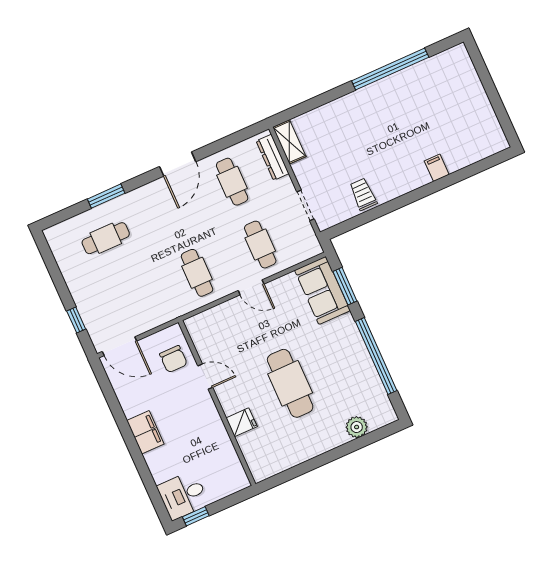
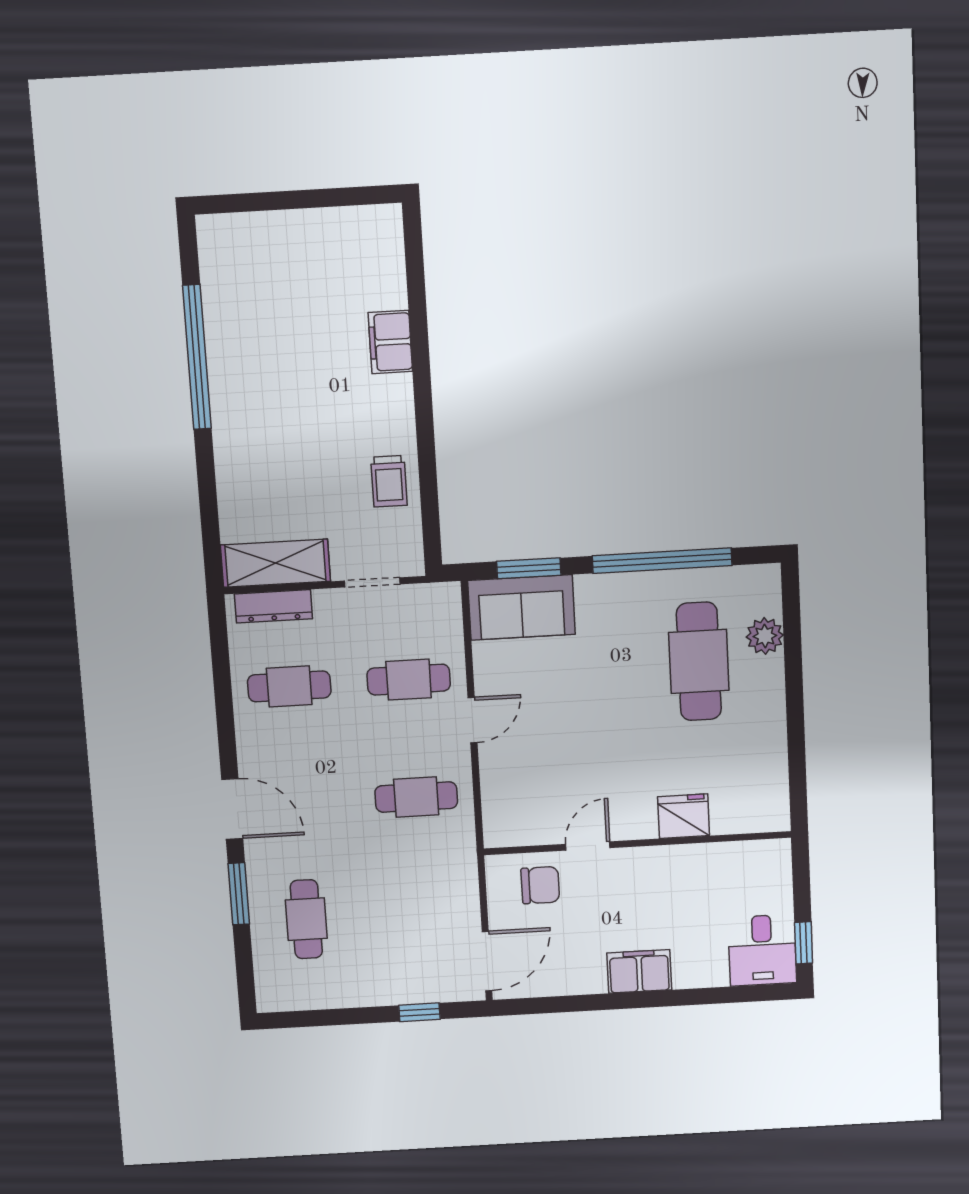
shelving: (289, 142) -> (275, 563), width x1.50, depth x1.33
door: (178, 164) -> (232, 809), moved
filing cabinet: (437, 168) -> (390, 342), width x2.00
trolley: (363, 194) -> (389, 481), turned -90
cafe table: (290, 383) -> (699, 661), moved, turned 90
fridge: (242, 422) -> (684, 816), width x1.38

